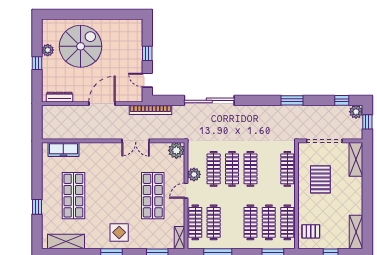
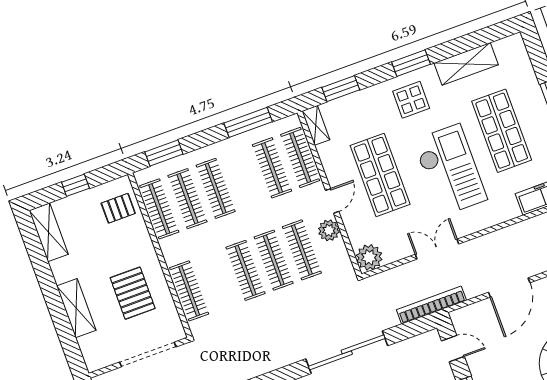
shelving: (356, 159) -> (76, 308), moved
checkout: (111, 184) -> (450, 170), added
shelving: (66, 242) -> (466, 64), moved

